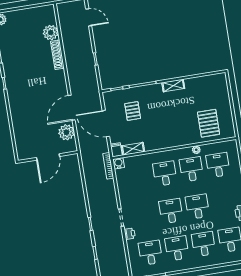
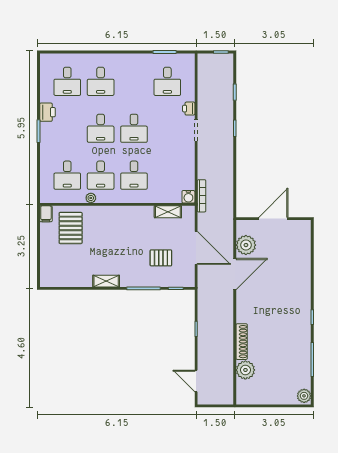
pallet: (133, 111) -> (161, 258), turned 90
filing cabinet: (116, 150) -> (46, 214), moved
desk: (177, 248) -> (134, 81), removed

